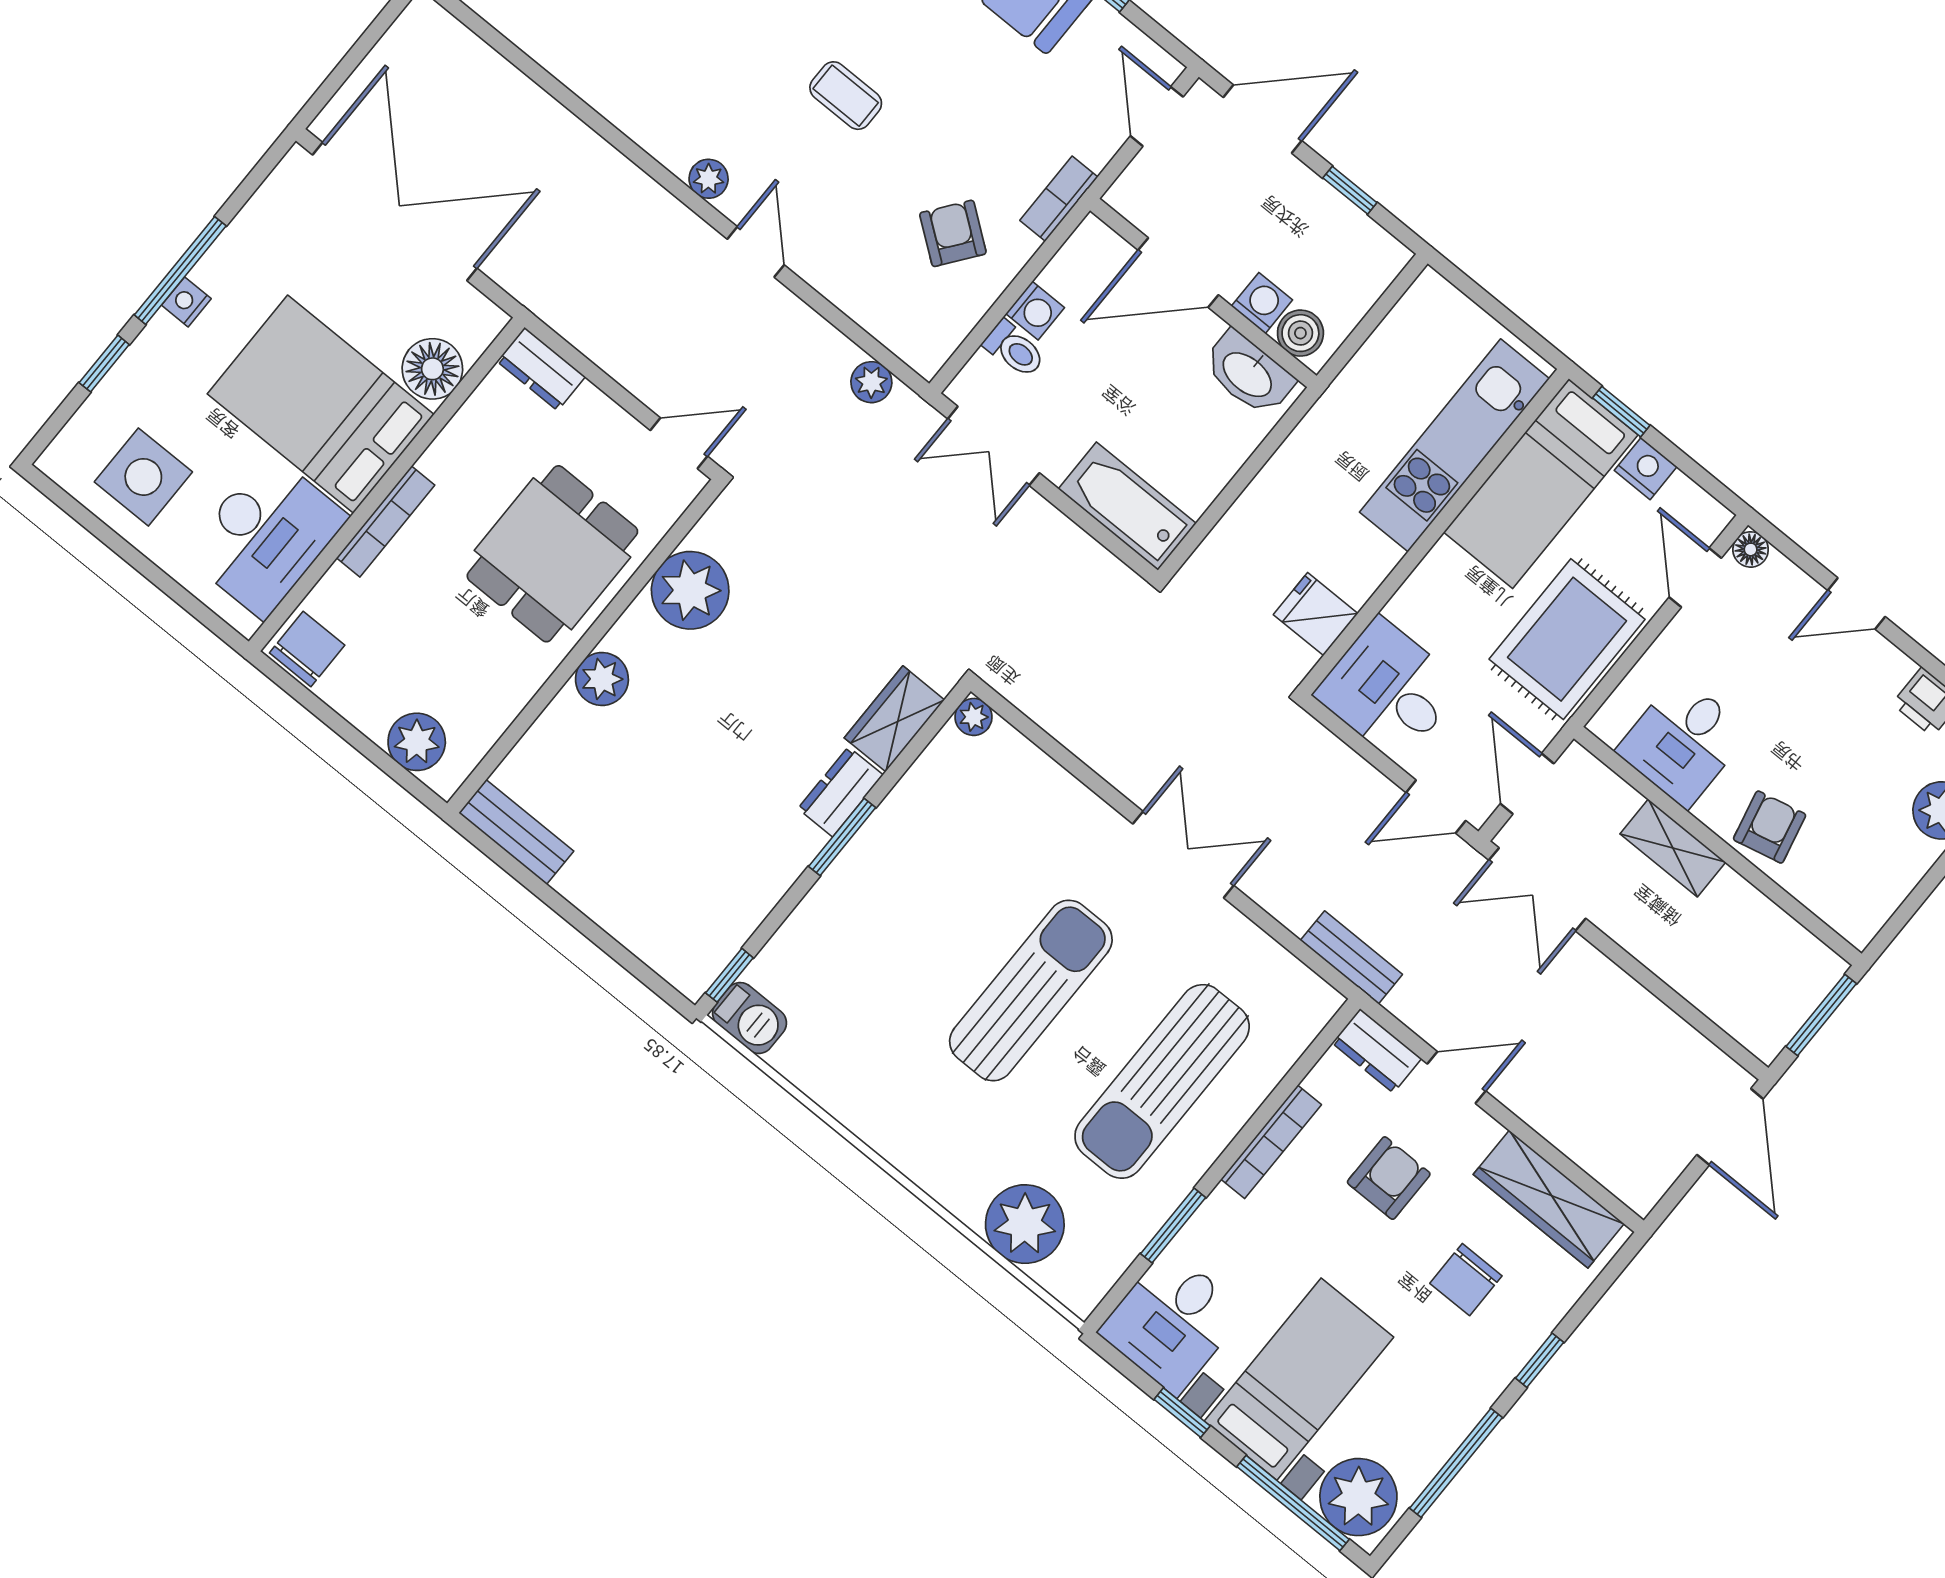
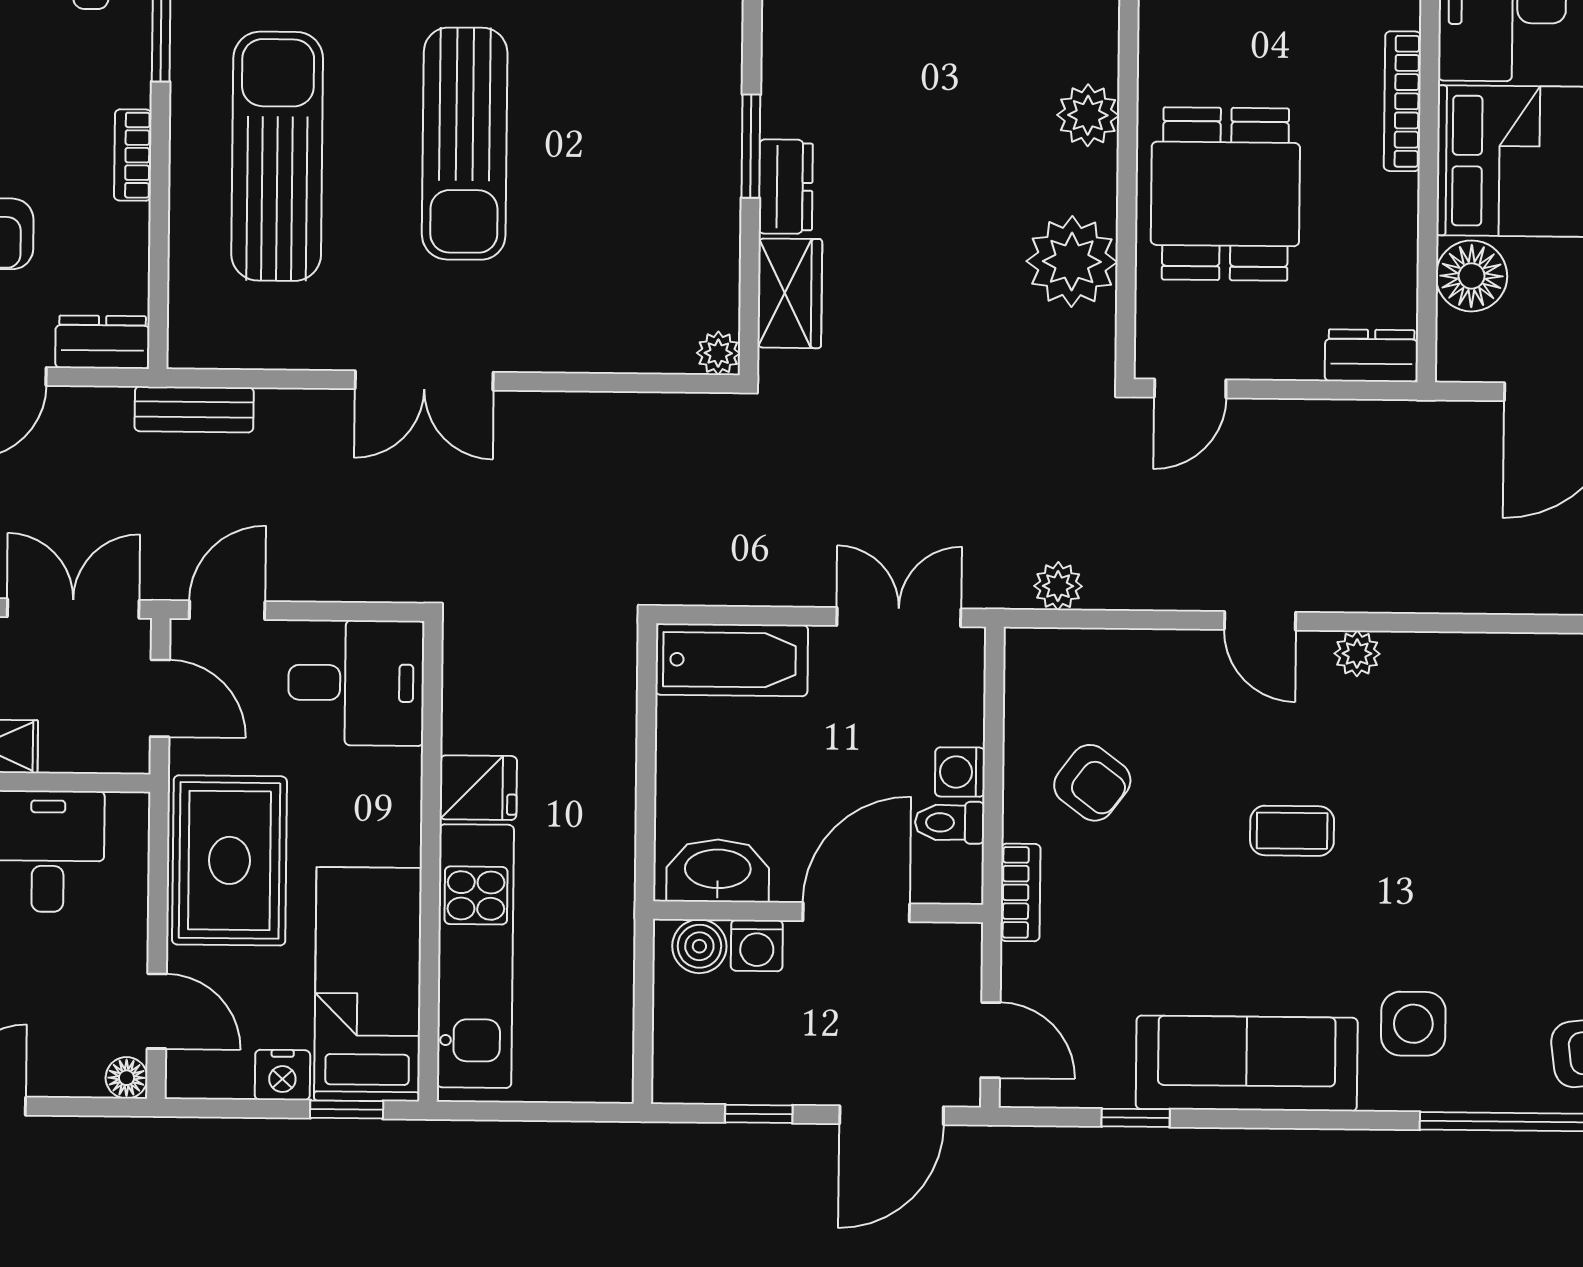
toilet: (1014, 349) -> (950, 822), moved
fridge: (1316, 614) -> (478, 788), moved
bookcase: (1271, 1142) -> (133, 155), width x0.64

